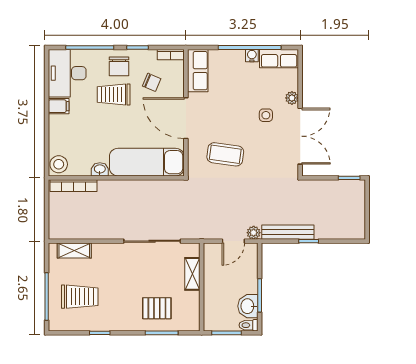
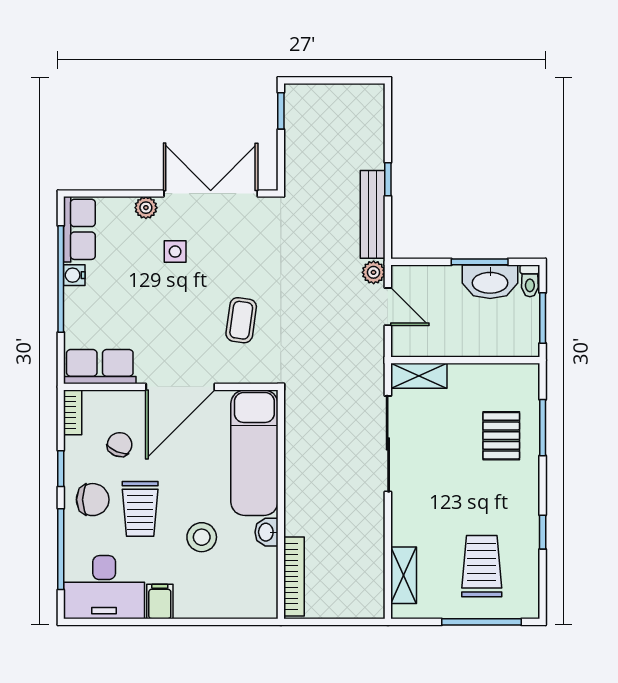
coffee table: (225, 154) -> (241, 320), width x0.73, depth x0.77
stool: (59, 164) -> (202, 537), moved
shelving: (192, 274) -> (419, 376), moved
washbasin: (248, 306) -> (490, 282), width x1.38

